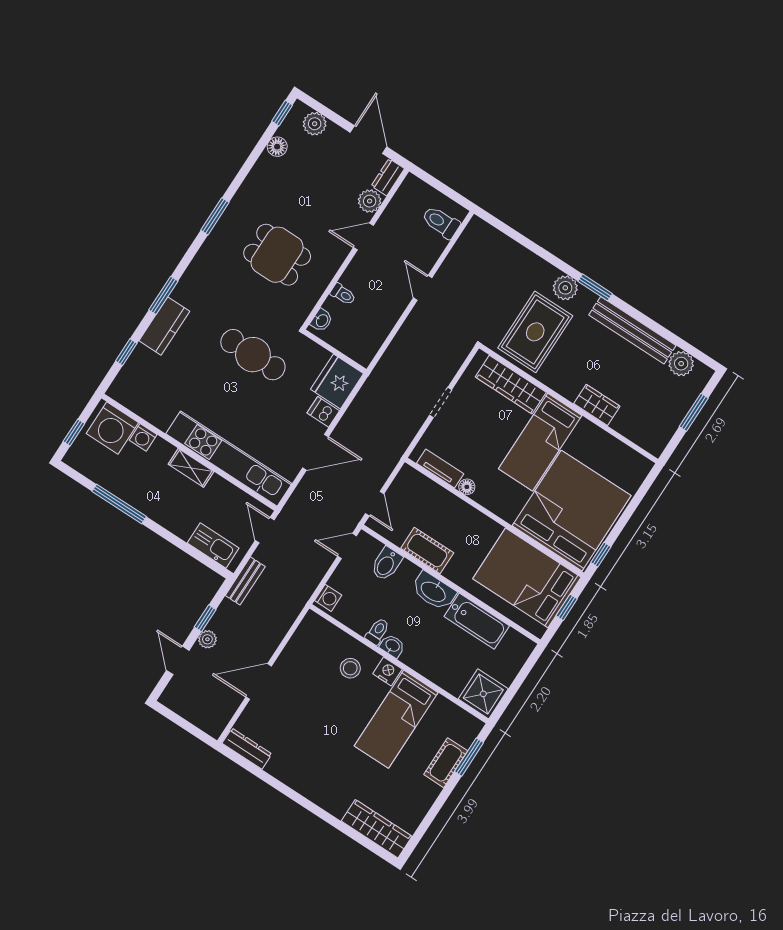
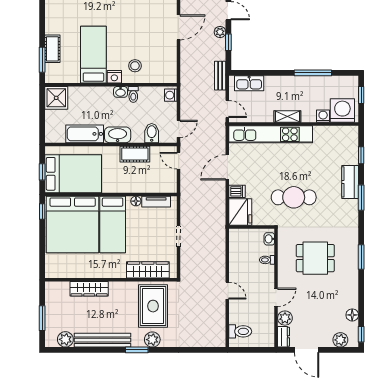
wardrobe: (597, 405) -> (89, 289), width x1.50
bed: (540, 442) -> (113, 225), moved, turned 180

